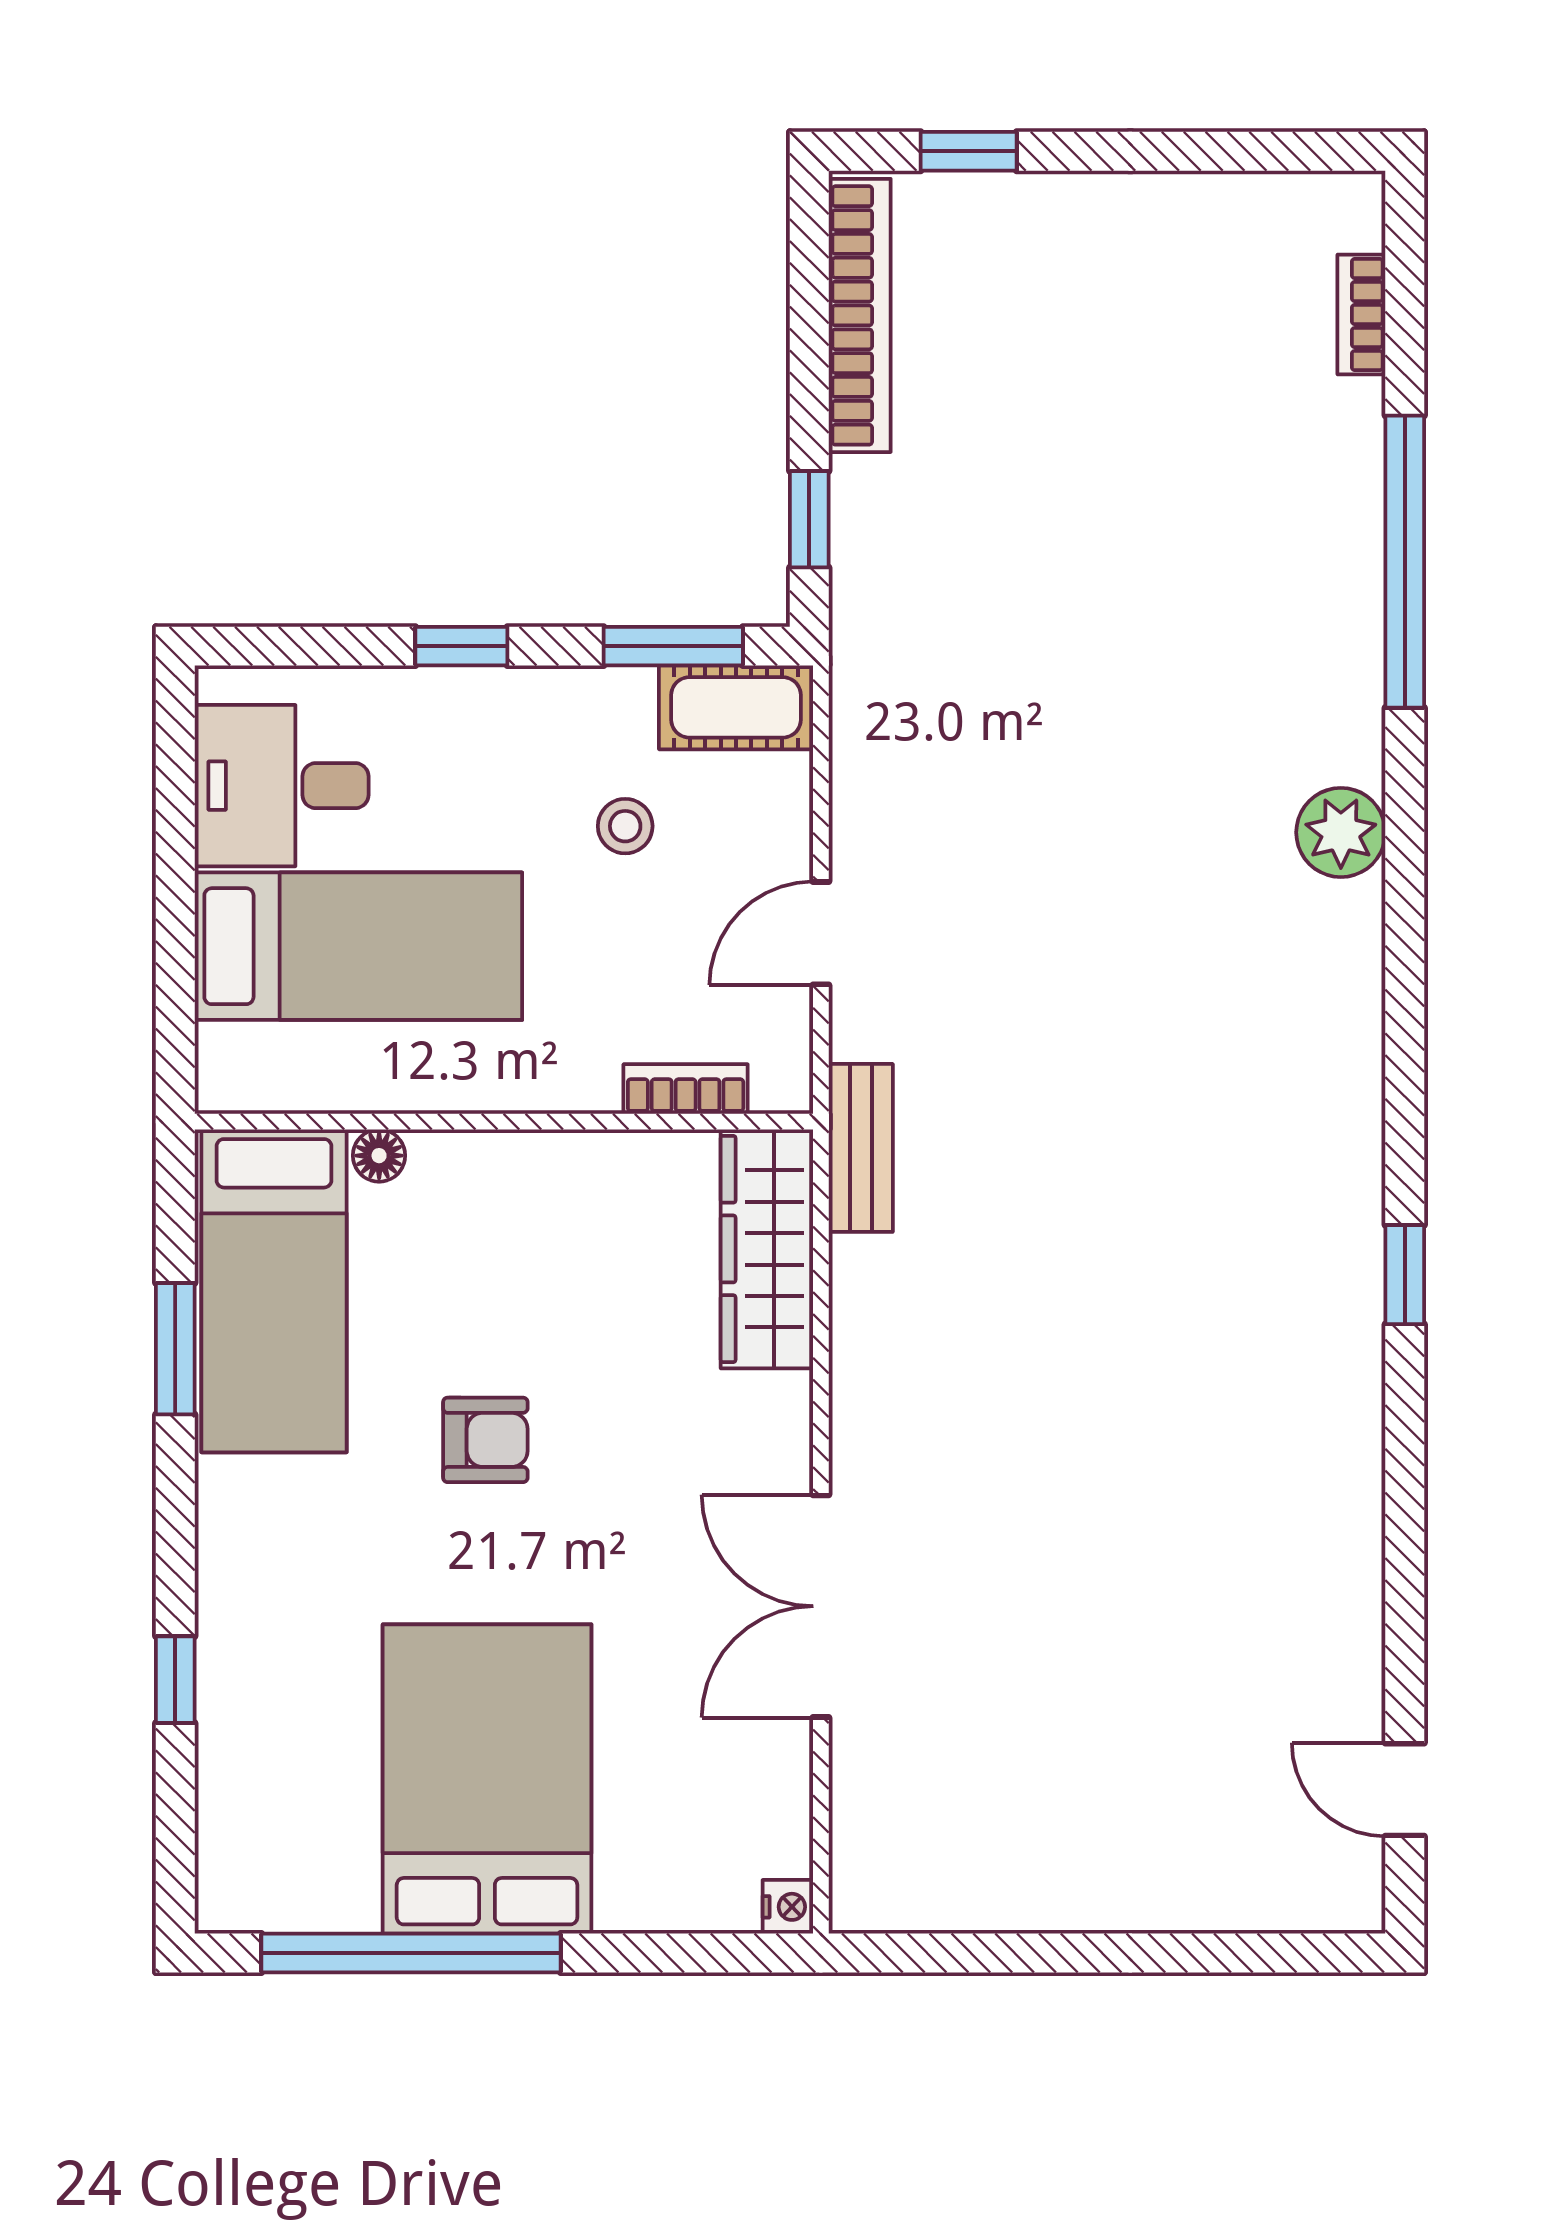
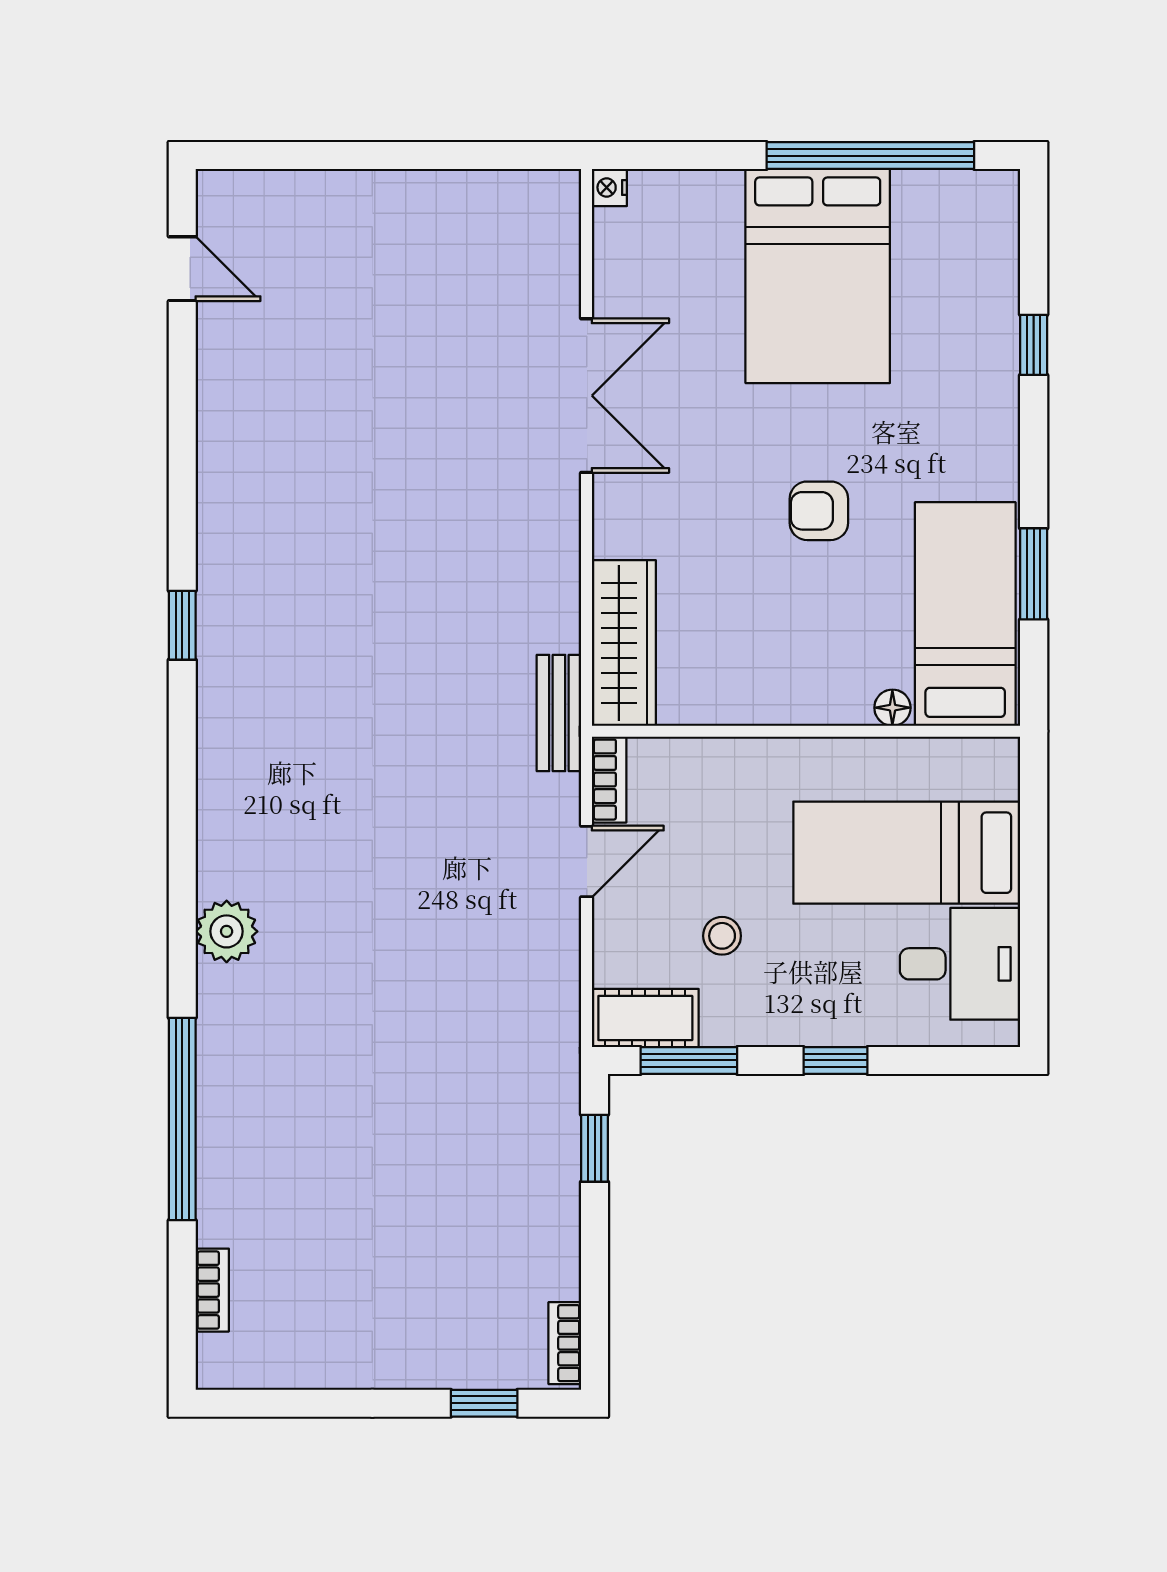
bookcase: (860, 315) -> (565, 1343), width x0.43, depth x0.76
bookcase: (686, 1089) -> (609, 780), moved, turned -90

